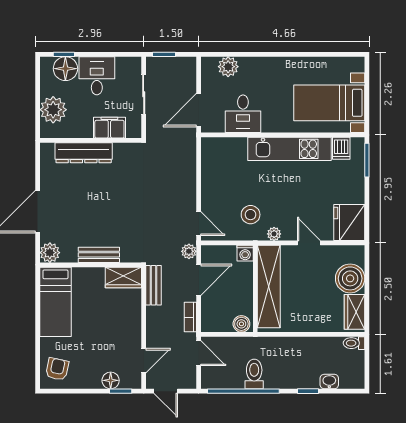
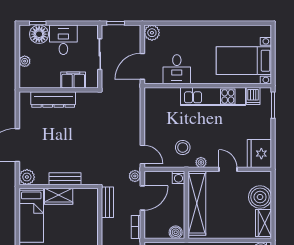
plant: (228, 67) -> (152, 33), moved
plant: (53, 110) -> (25, 61), width x0.53, depth x0.53
wardrobe: (123, 277) -> (59, 196), moved

